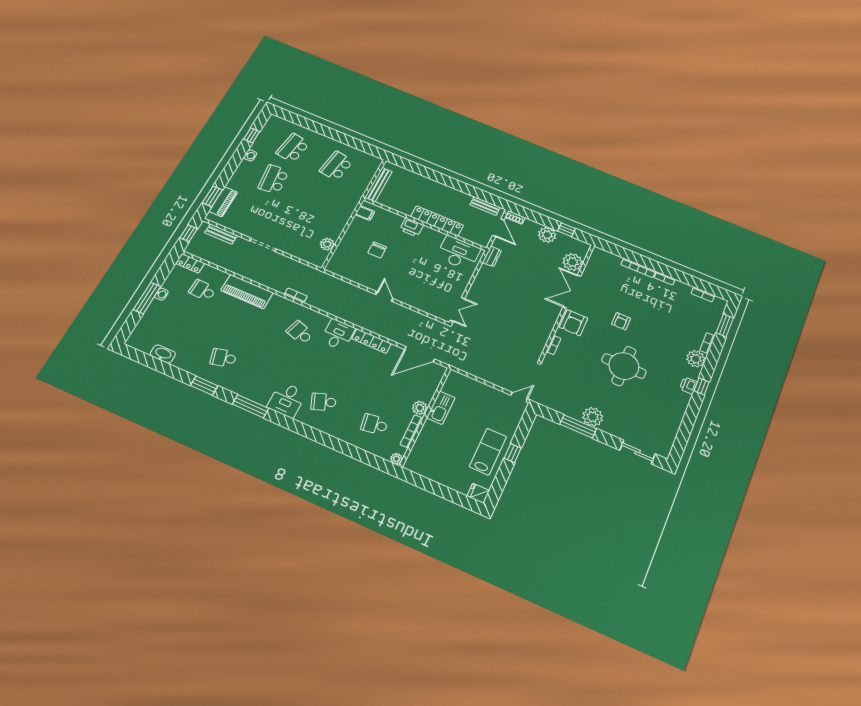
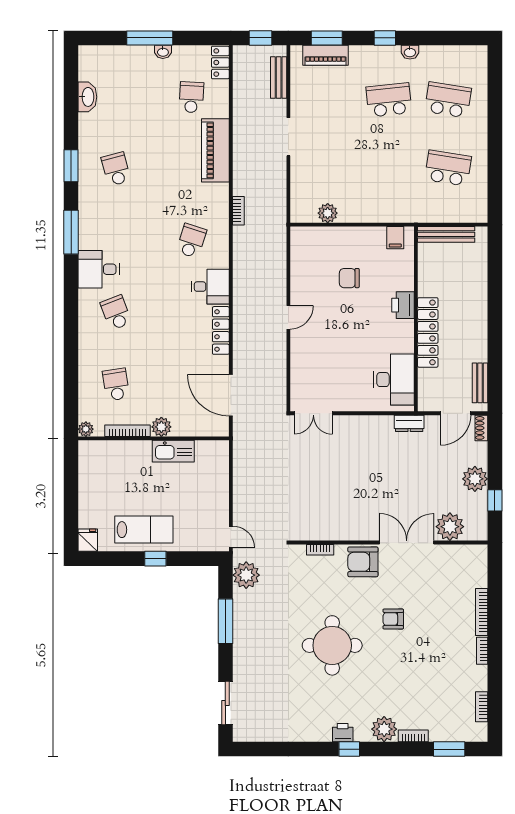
window: (252, 135) -> (385, 38), moved
plant: (593, 417) -> (246, 575), moved

